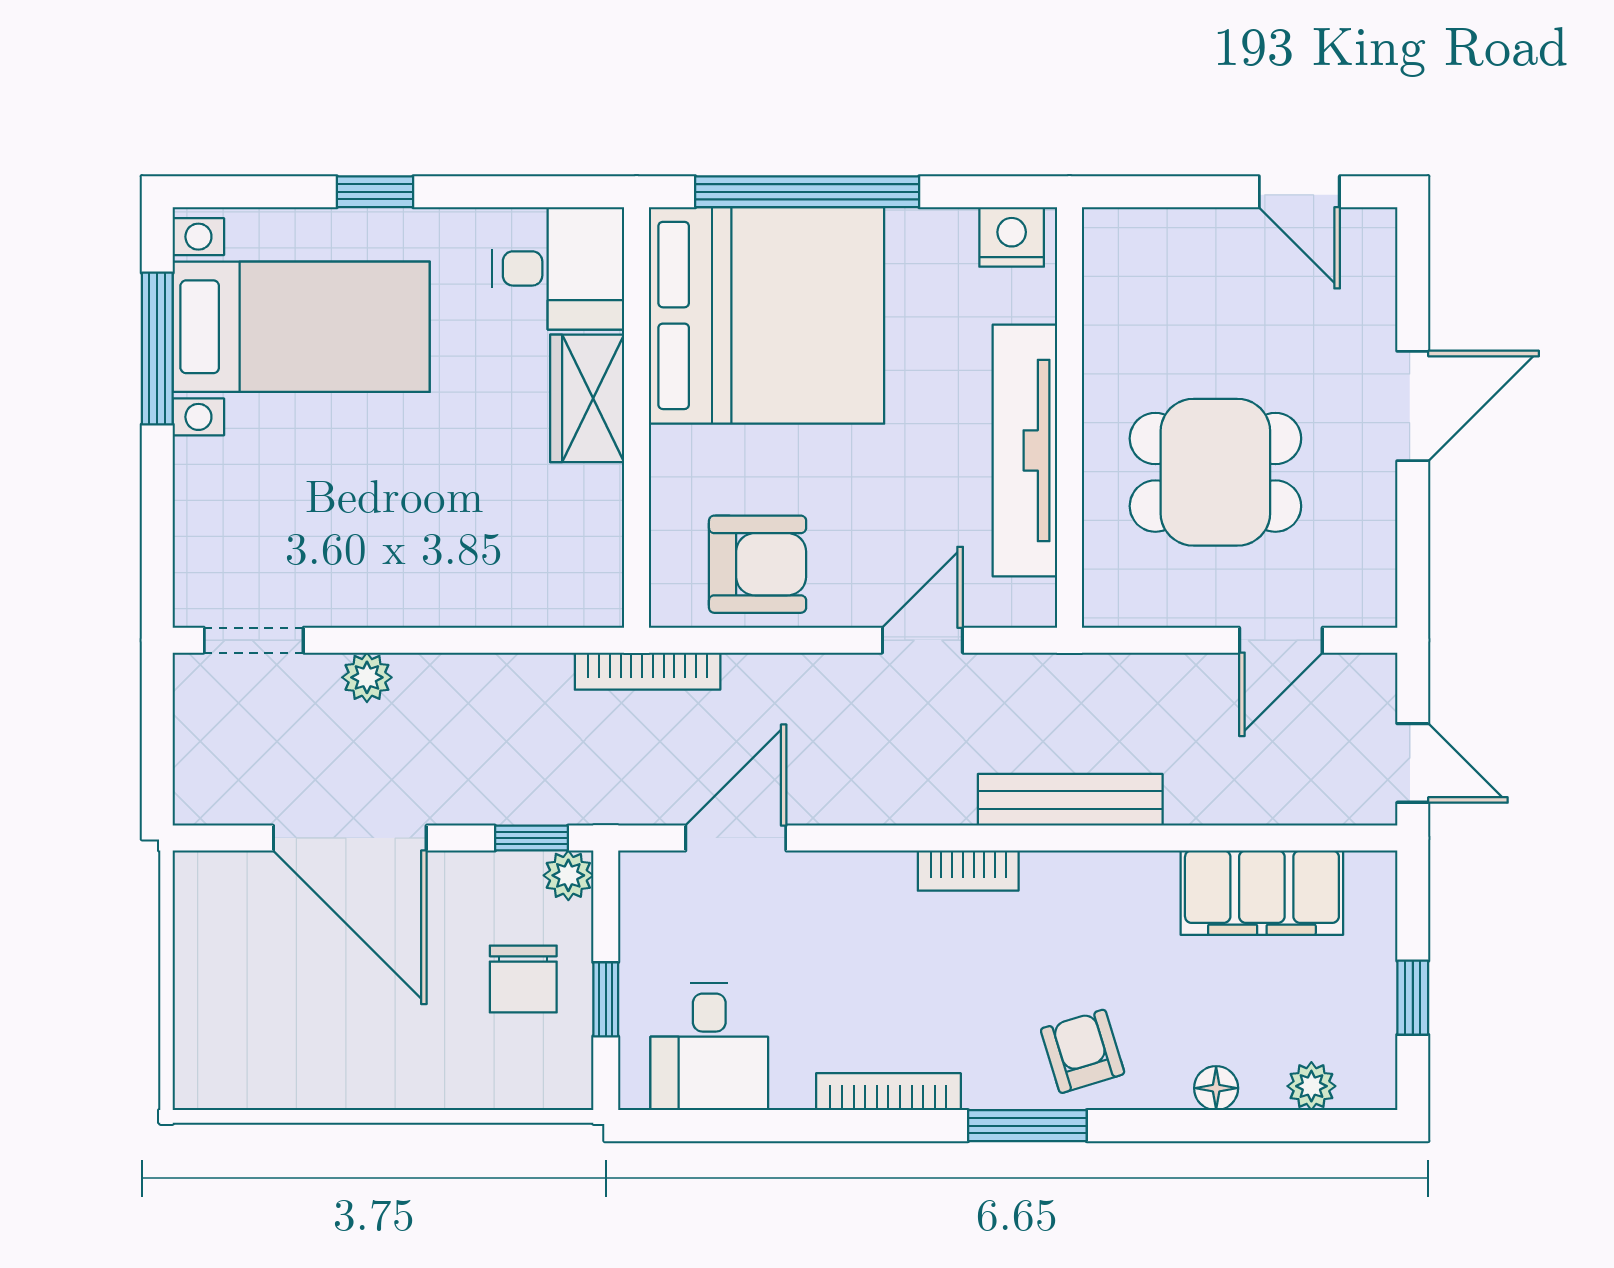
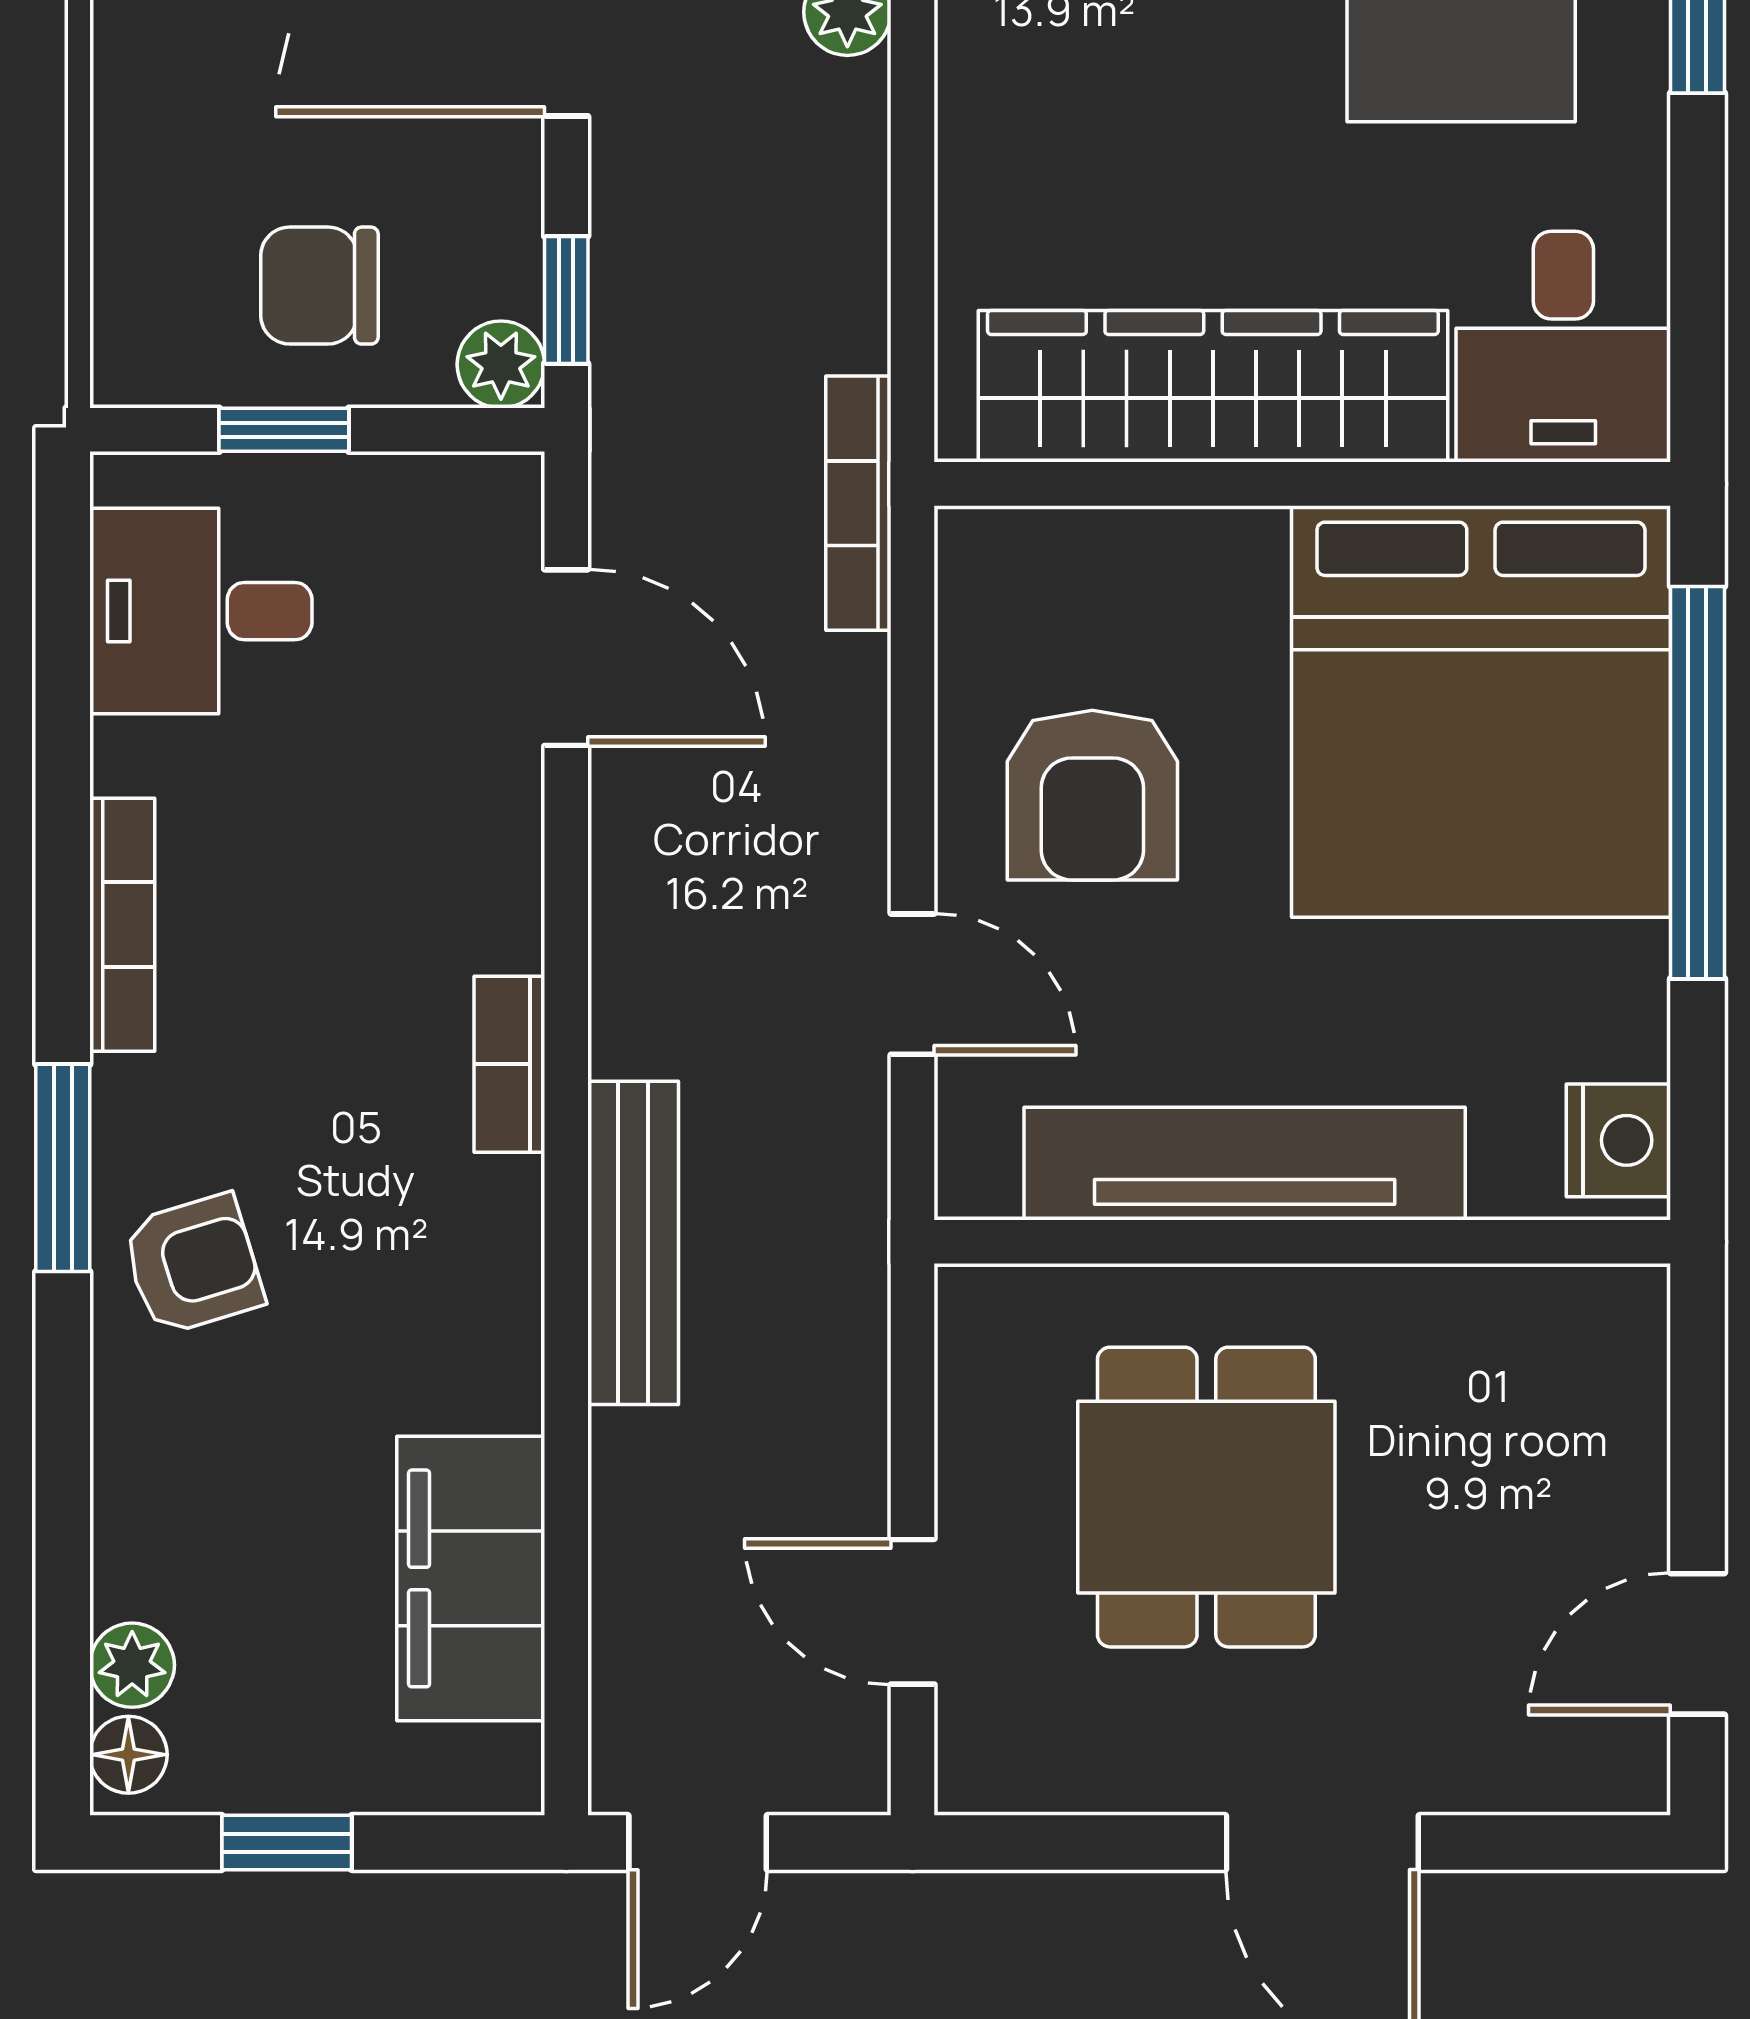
wardrobe: (587, 398) -> (1213, 386), width x2.10, depth x1.17
armchair: (758, 564) -> (1092, 795), moved
floor lamp: (1216, 1088) -> (128, 1755), moved

